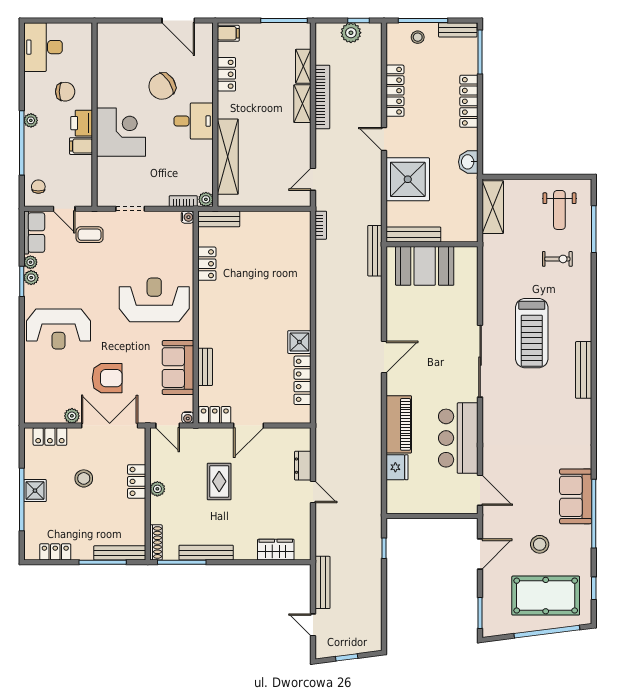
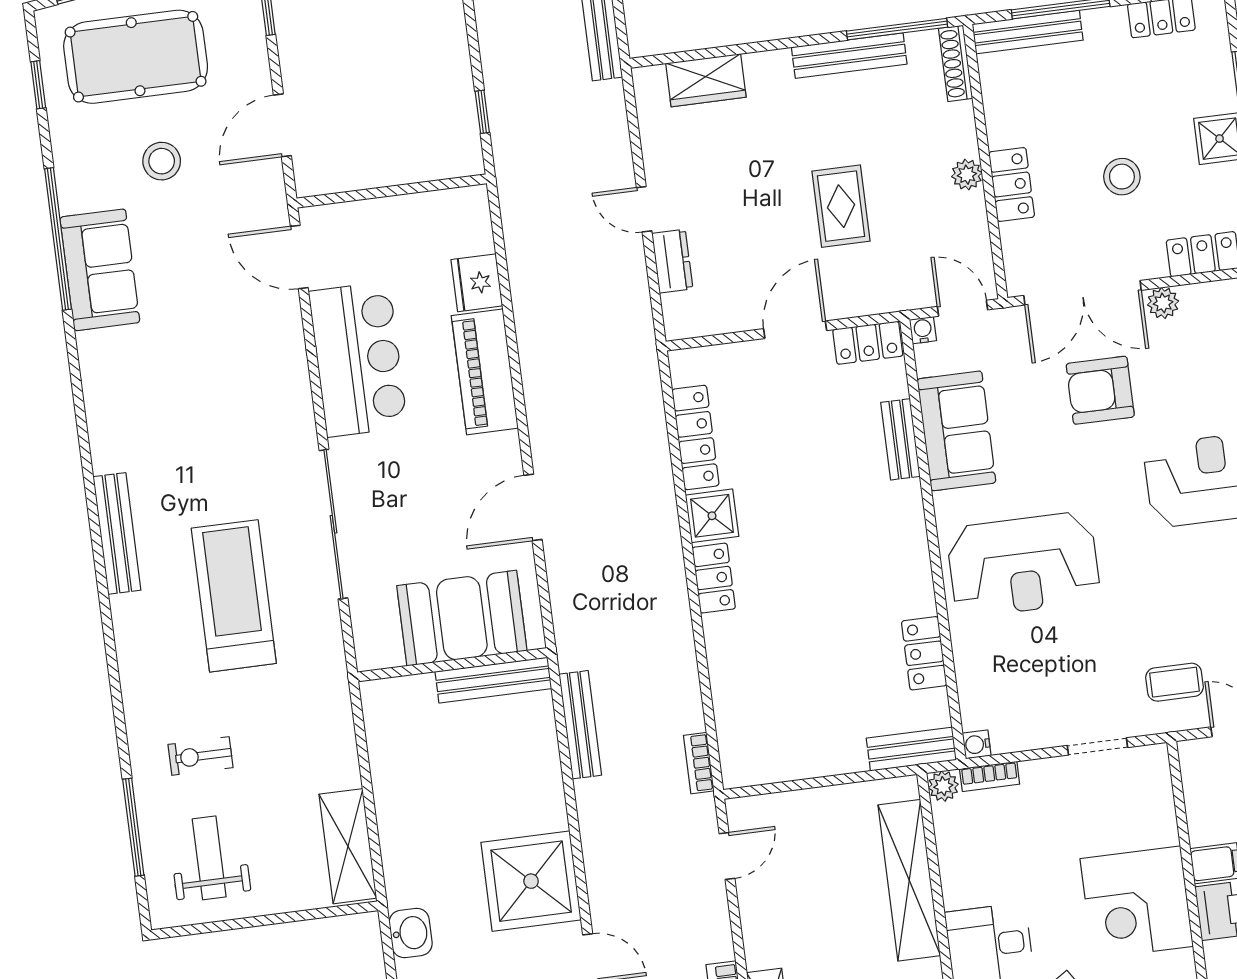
bench: (413, 235) -> (493, 680), moved
wall: (432, 244) -> (452, 665), moved
booth: (425, 266) -> (462, 618), moved
locker: (302, 312) -> (714, 578), added

